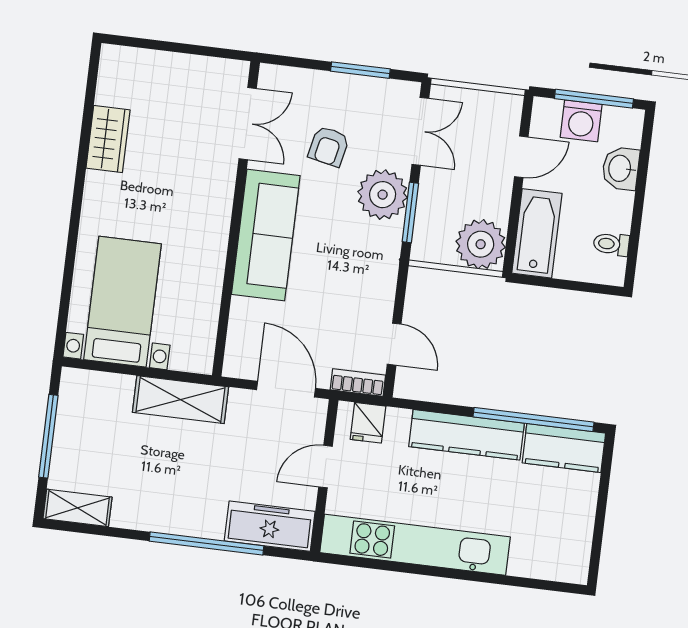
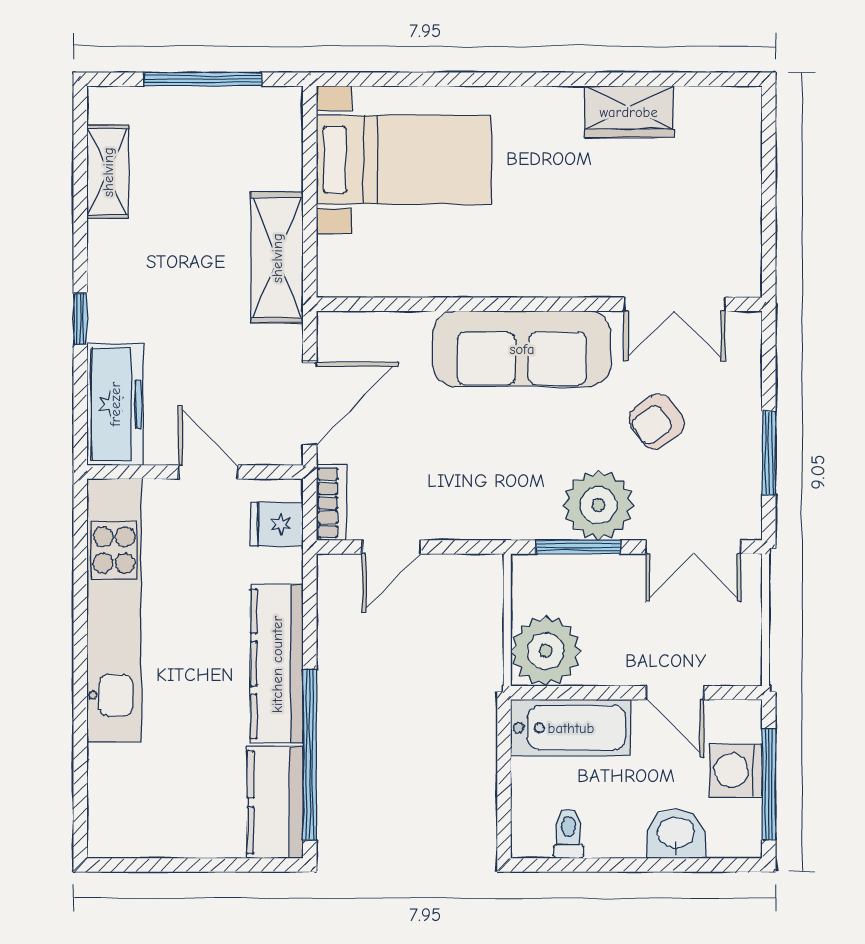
armchair: (329, 146) -> (657, 421), turned -48
shelving: (78, 508) -> (108, 172), moved
window: (206, 543) -> (80, 319), width x0.32

